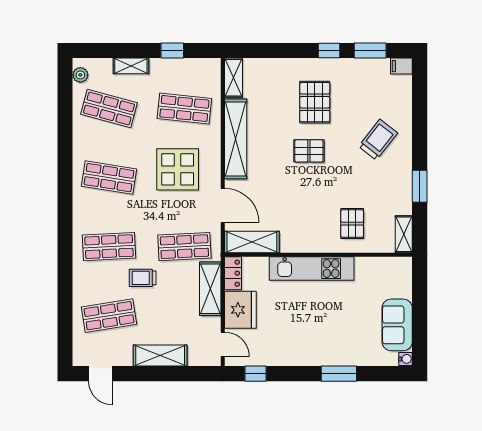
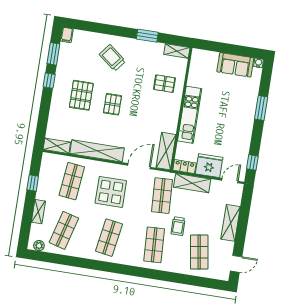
pallet: (315, 102) -> (81, 95), turned 90

